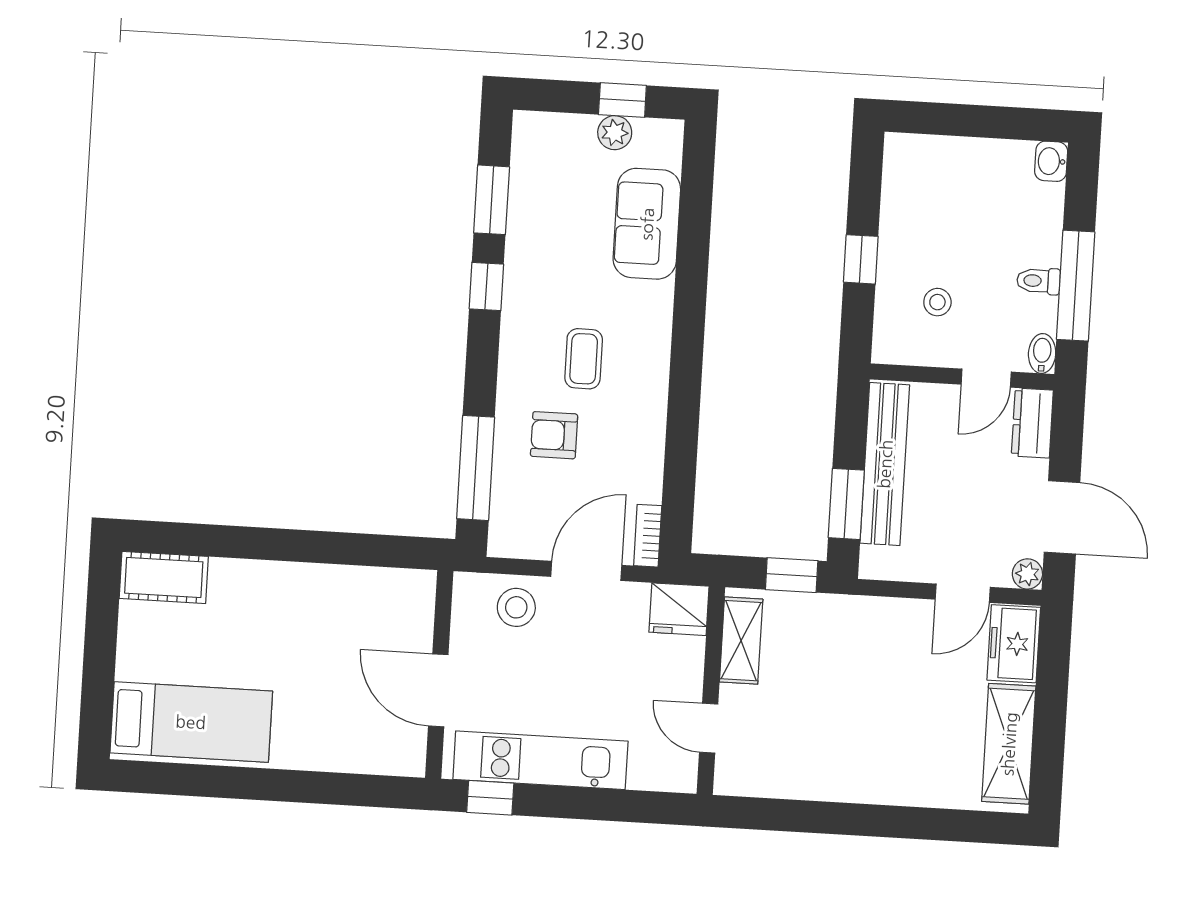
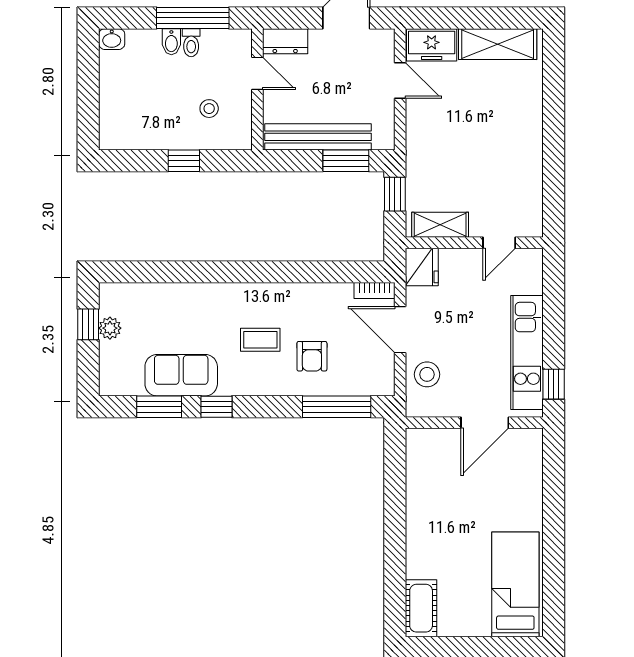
sofa: (647, 224) -> (181, 375), moved, turned 180
bidet: (1042, 353) -> (171, 42), moved, turned -90
plant: (1027, 574) -> (385, 39), removed

